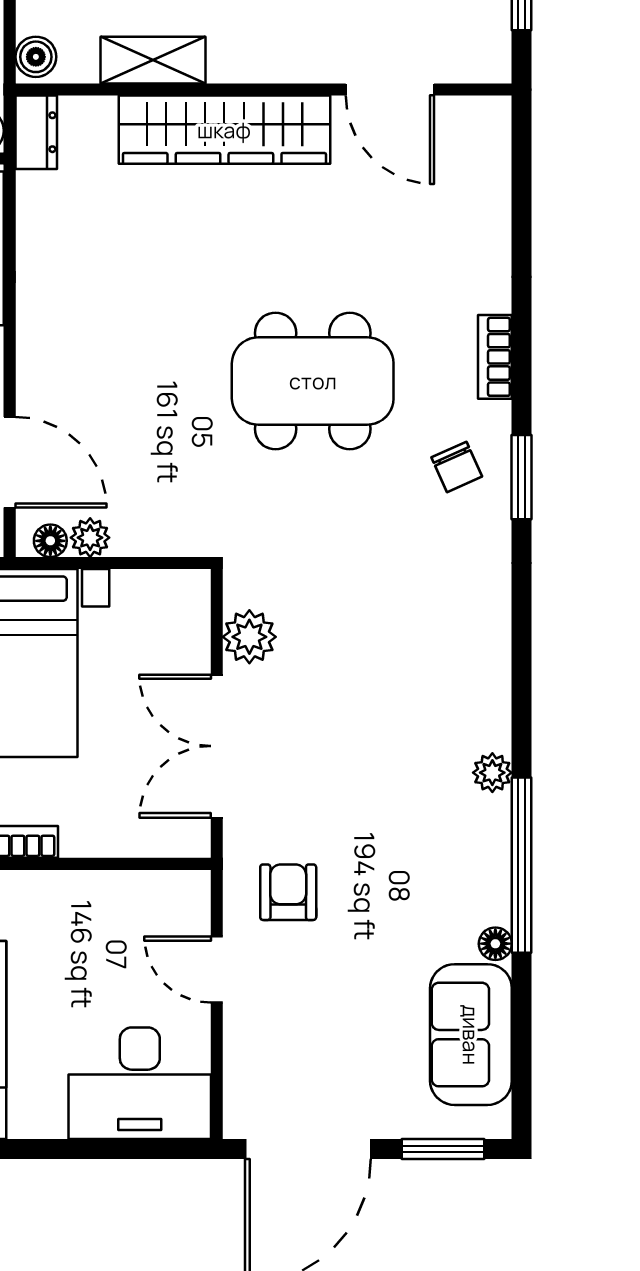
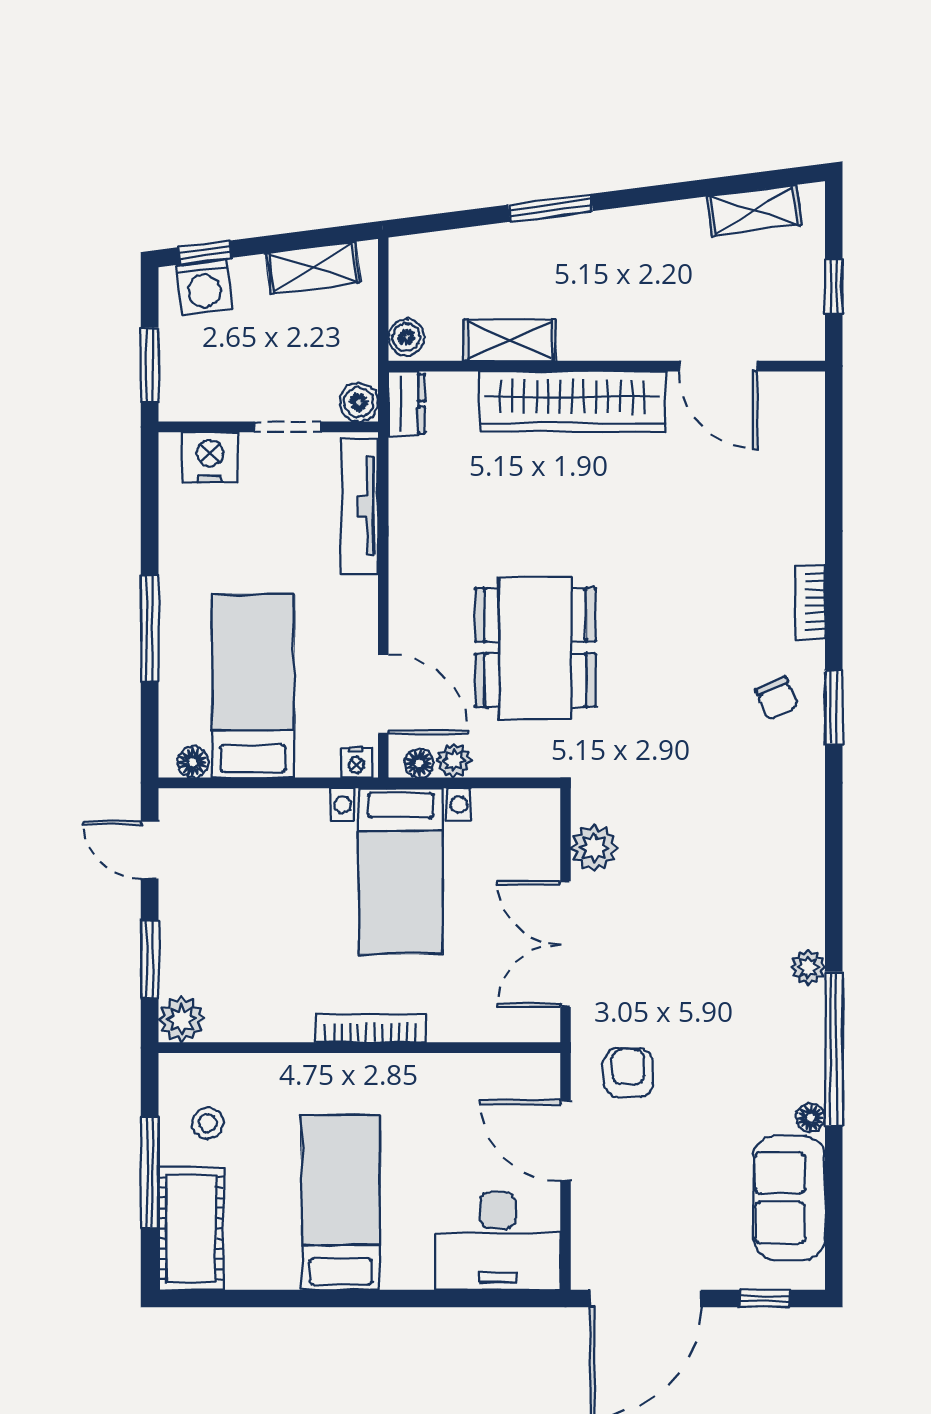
dining table: (313, 381) -> (535, 648), moved, turned 90
door: (217, 970) -> (566, 1141), width x1.38
window: (443, 1149) -> (765, 1299), width x0.67

